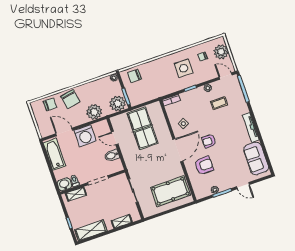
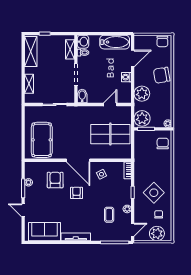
side table: (184, 68) -> (154, 193), turned 45
chair: (50, 104) -> (162, 41), moved
washing machine: (85, 136) -> (126, 77), width x0.53, depth x0.53
bidet: (112, 155) -> (82, 96), moved
armchair: (204, 165) -> (55, 180), turned 180
door: (243, 186) -> (23, 210), hinge flipped

